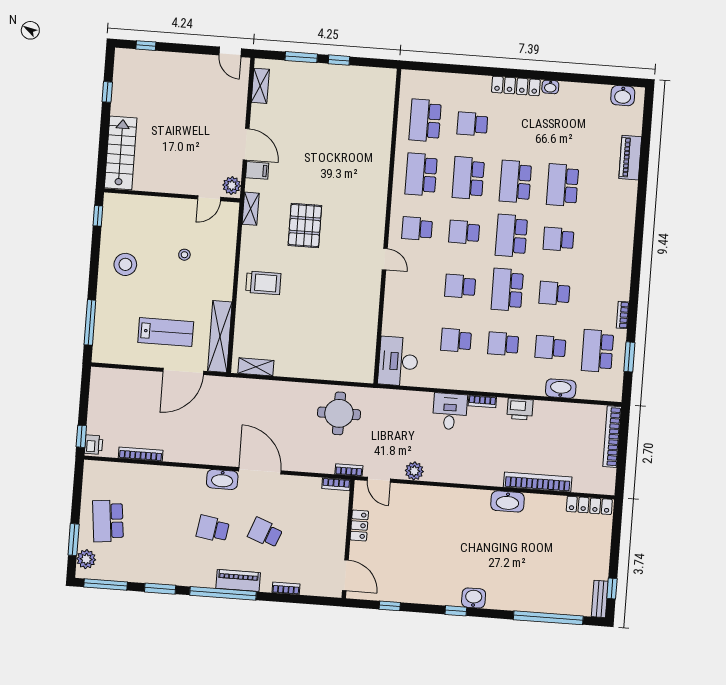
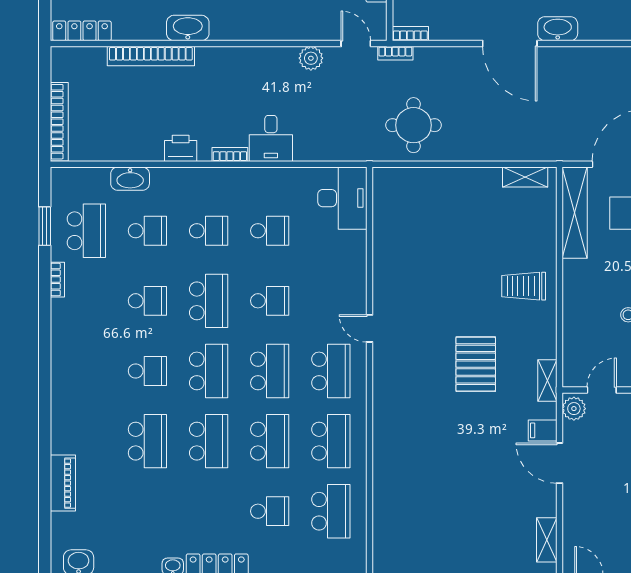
school desk: (417, 229) -> (331, 371), width x1.85
school desk: (464, 232) -> (270, 371), width x1.85

